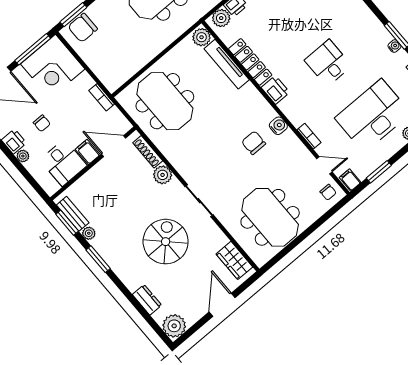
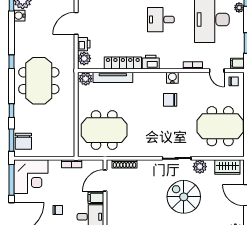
door: (324, 165) -> (217, 71), swing flipped
plant: (163, 175) -> (200, 167), moved

